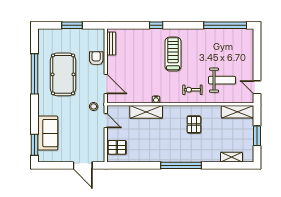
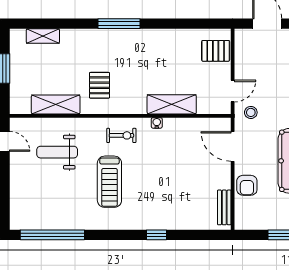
treadmill: (173, 54) -> (109, 182), moved
exercise bike: (192, 90) -> (121, 135), moved
shelving: (238, 112) -> (56, 104), moved
door: (106, 121) -> (233, 91), swing flipped
window: (181, 165) -> (119, 24), width x0.68

